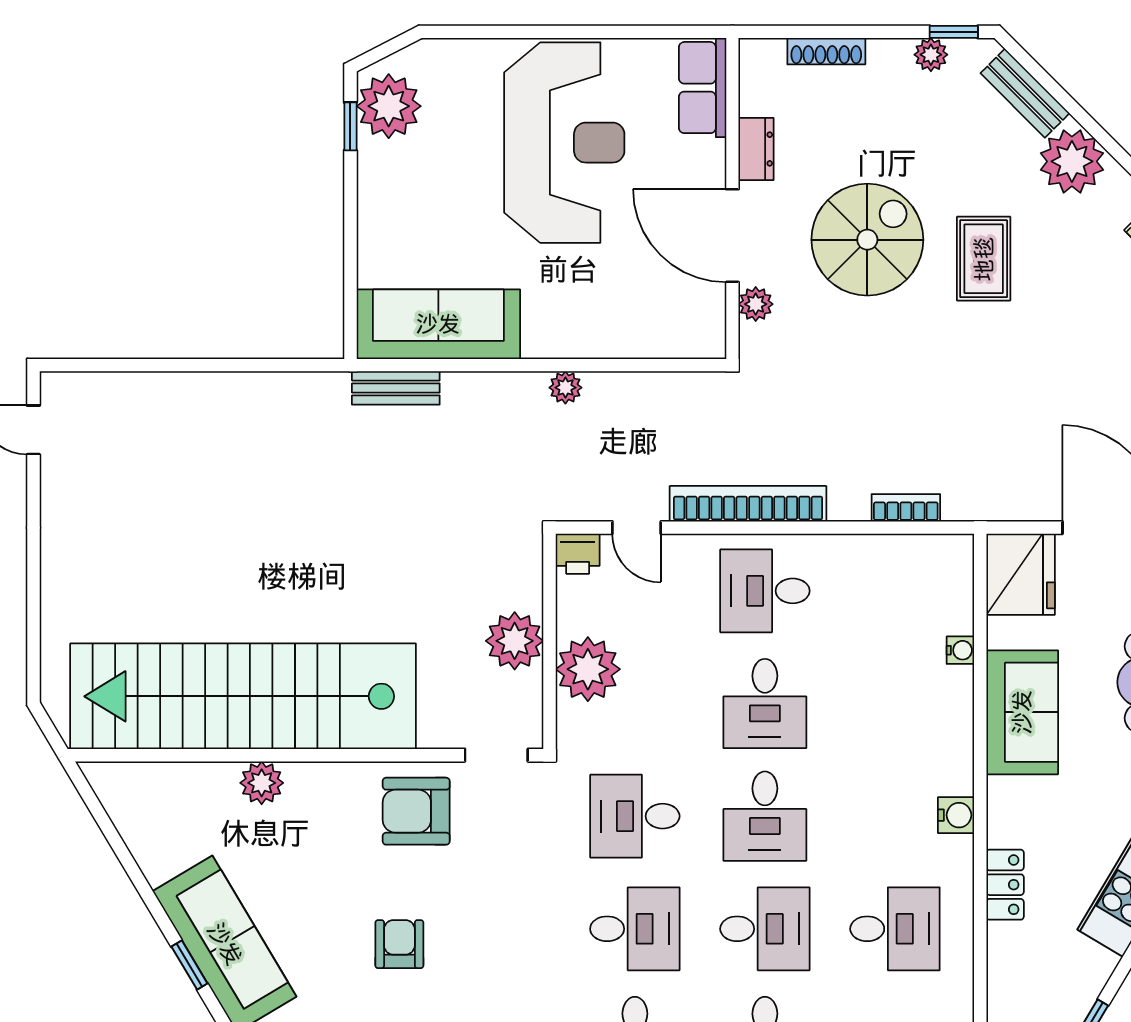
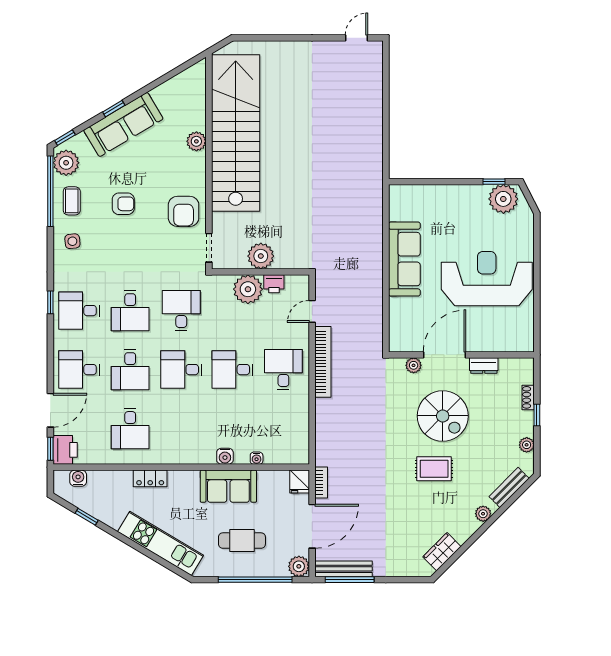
window: (954, 32) -> (537, 415), moved
shoe rack: (826, 51) -> (528, 397), width x0.70
row of seats: (703, 88) -> (512, 341), removed
reception desk: (564, 143) -> (487, 279), turned 180
plant: (1072, 161) -> (483, 514), width x0.53, depth x0.53
sofa: (438, 324) -> (404, 259), moved
bench: (396, 388) -> (375, 202), removed
plant: (565, 388) -> (376, 279), removed
bookcase: (906, 508) -> (321, 483), moved
printer: (578, 554) -> (274, 284), moved, turned -90
fridge: (1021, 574) -> (300, 482), width x0.53, depth x0.75
armchair: (416, 811) -> (184, 211), turned 180
water cooler: (956, 815) -> (225, 456), moved

